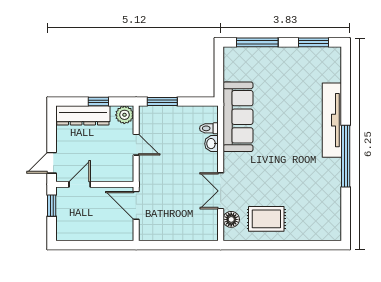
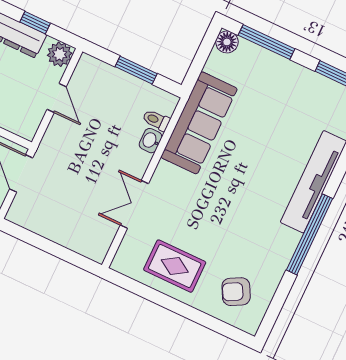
window: (162, 102) -> (136, 70), moved
armchair: (315, 217) -> (236, 292), added
floor lamp: (231, 219) -> (227, 42), moved

